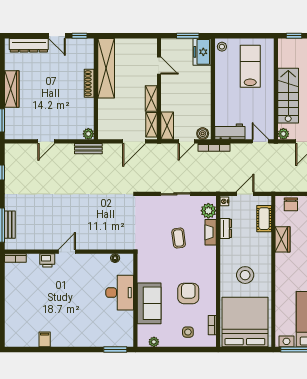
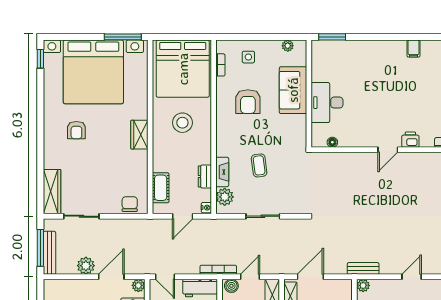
wardrobe: (283, 239) -> (139, 135), moved

